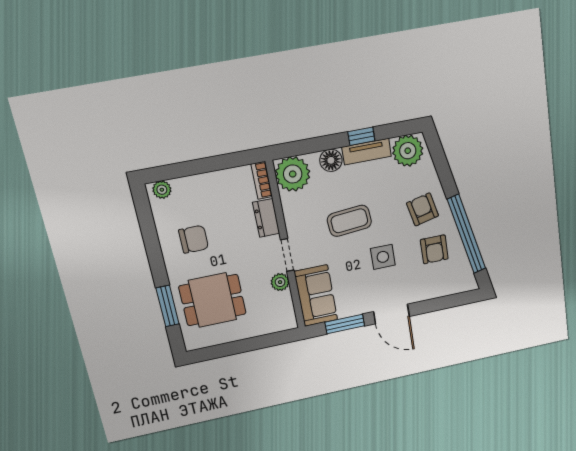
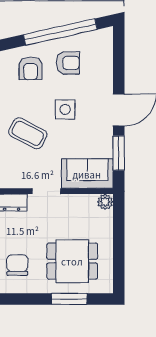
armchair: (423, 209) -> (31, 68), turned -77
coffee table: (349, 221) -> (28, 133), turned -58
plant: (280, 282) -> (105, 202), moved
dining table: (213, 300) -> (72, 261), turned 90

